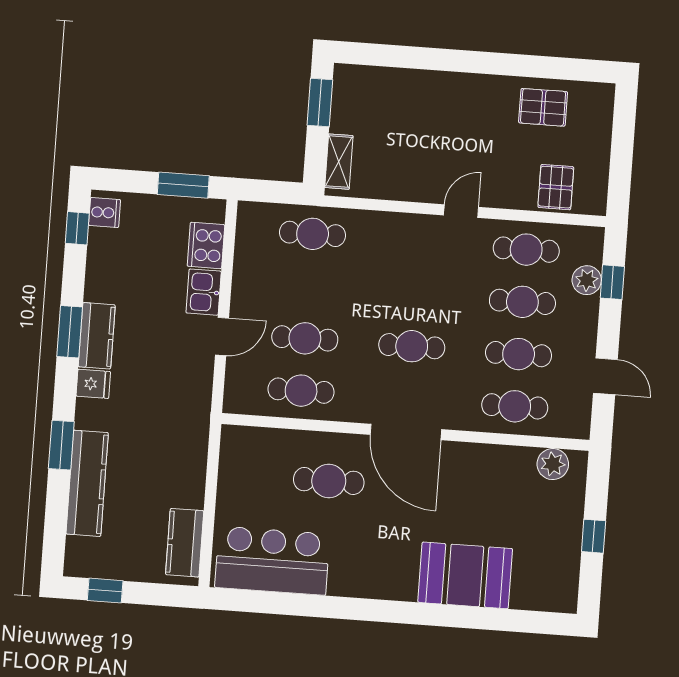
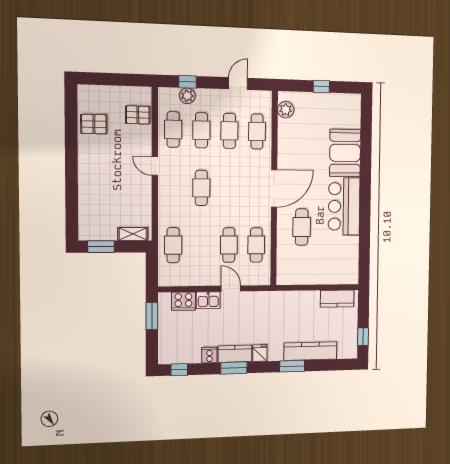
pallet: (543, 107) -> (94, 124), turned 90
cooker: (105, 213) -> (209, 355), moved
cafe table: (412, 346) -> (201, 188), moved
bar counter: (272, 561) -> (344, 206), moved

